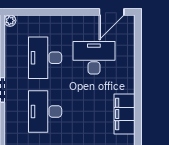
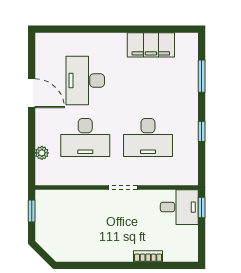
door: (112, 12) -> (32, 93), moved
plant: (10, 21) -> (42, 153), moved

